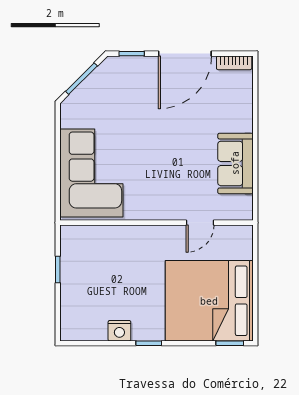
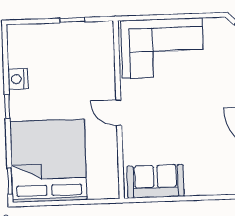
sofa: (235, 163) -> (156, 181), moved
door: (200, 223) -> (119, 113), moved

